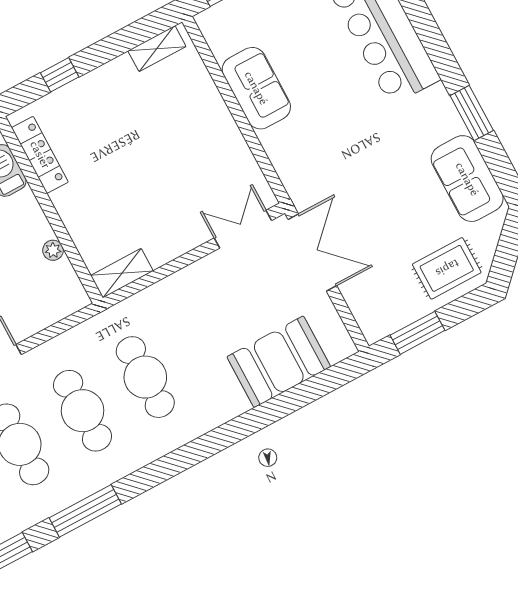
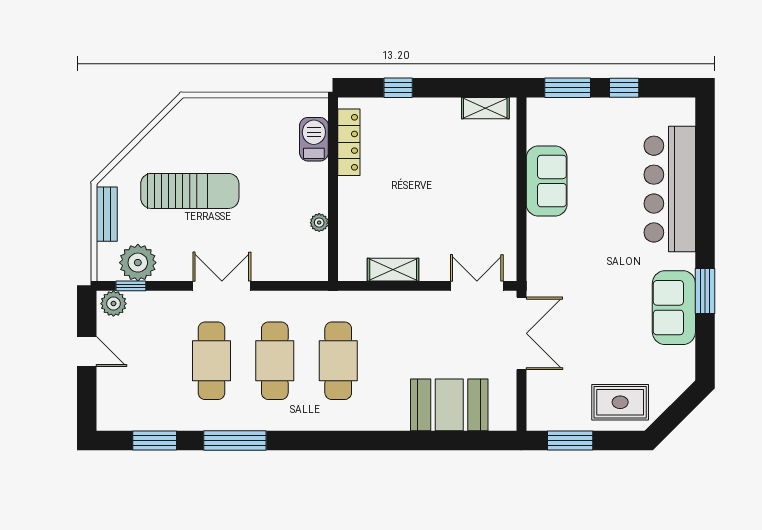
sofa: (467, 179) -> (674, 308), moved
shelving: (122, 273) -> (393, 270), moved

